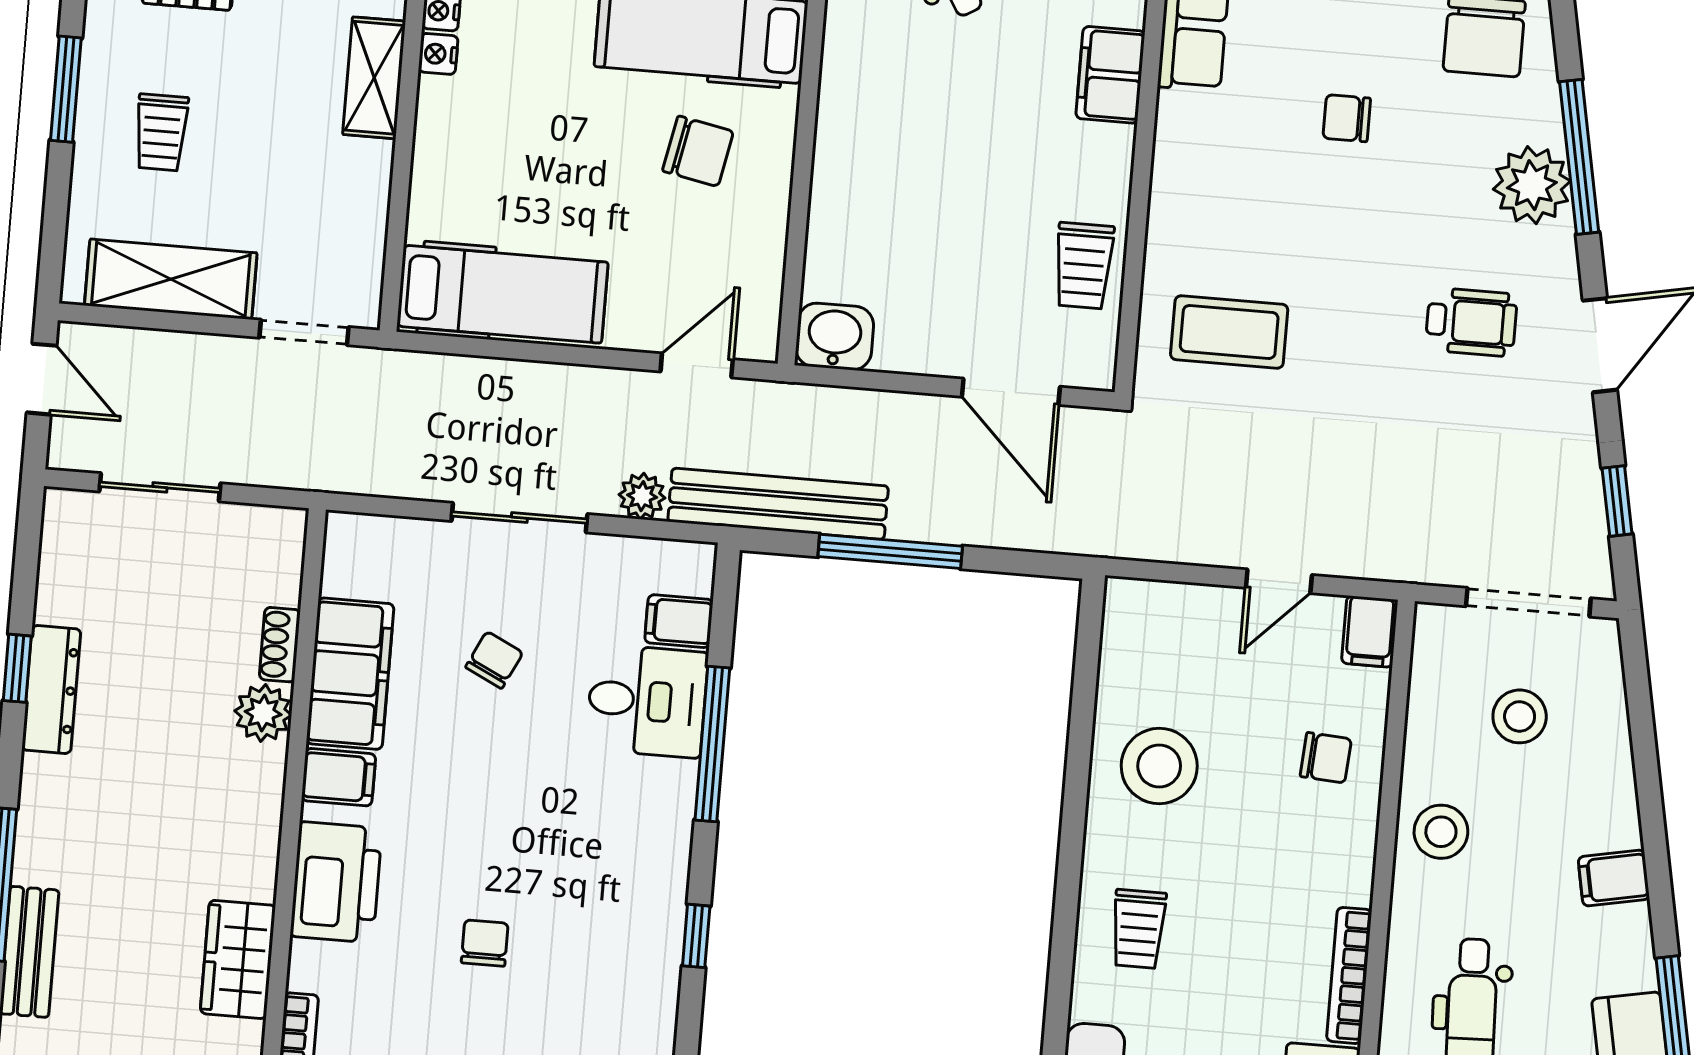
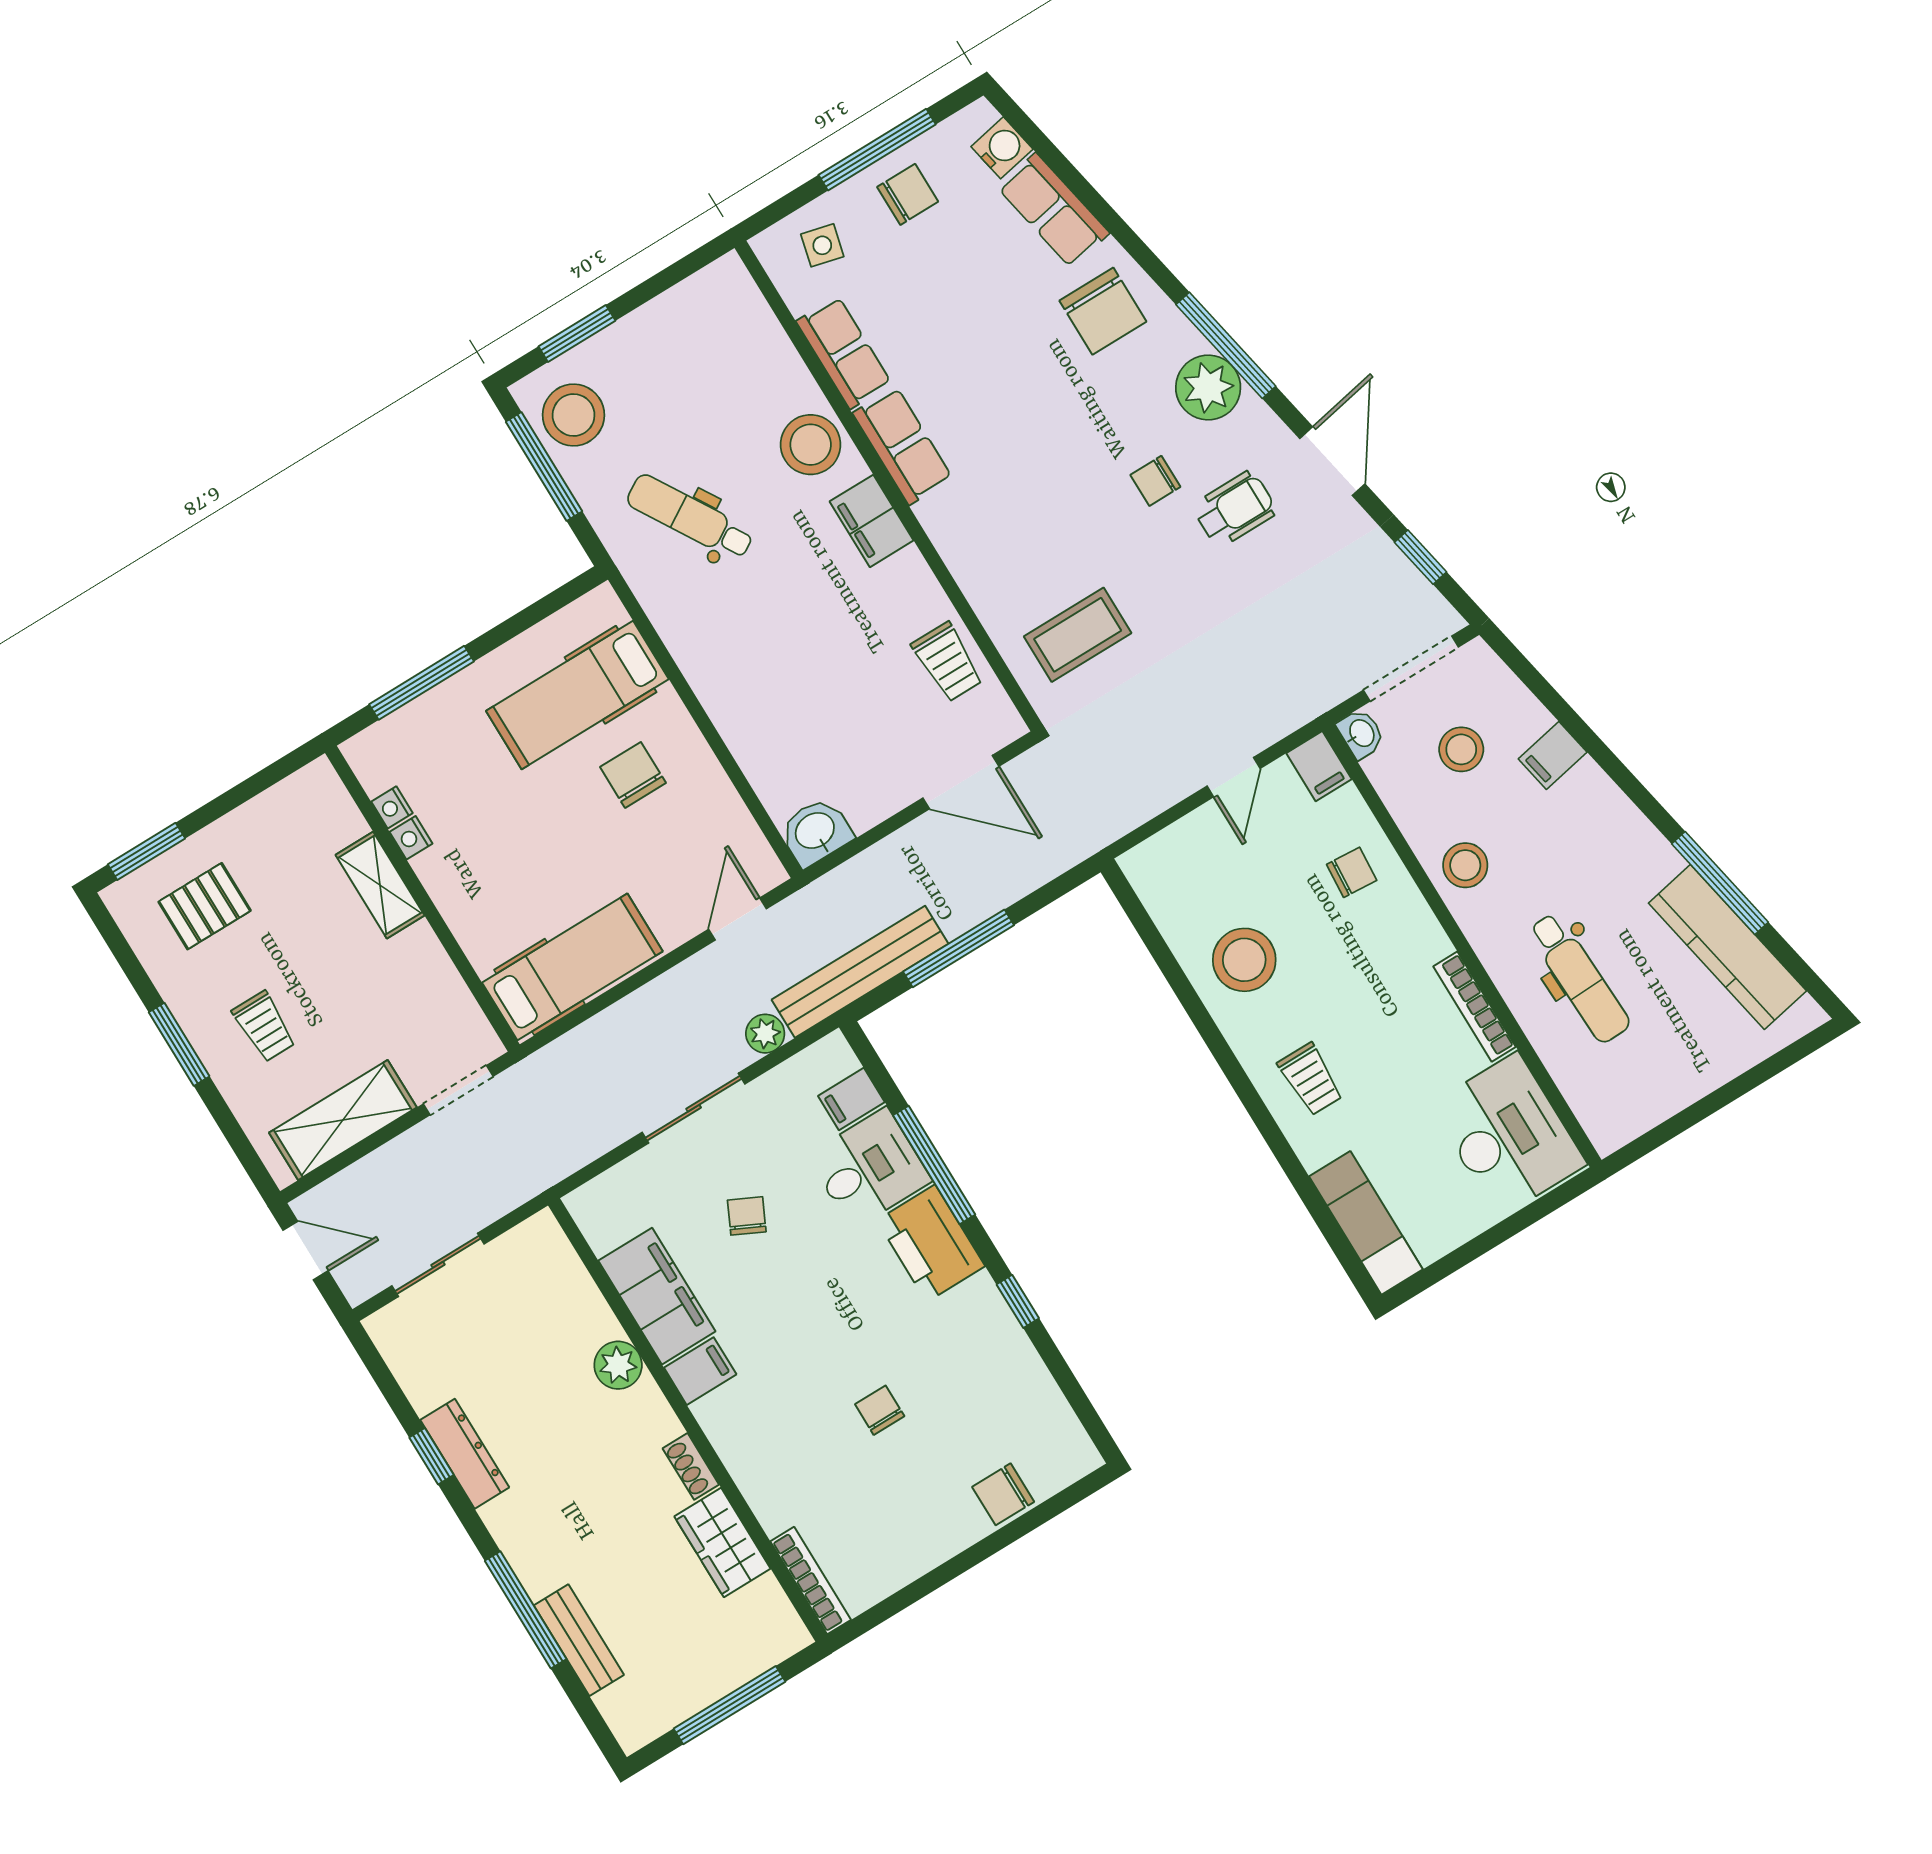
chair: (1347, 118) -> (1155, 481), moved
chair: (698, 151) -> (633, 775), turned -101
washbasin: (1434, 630) -> (1361, 734), added
shoe rack: (280, 645) -> (691, 1466), moved
filing cabinet: (1614, 878) -> (1553, 756), moved
printer: (336, 882) -> (931, 1243), moved, turned 180

